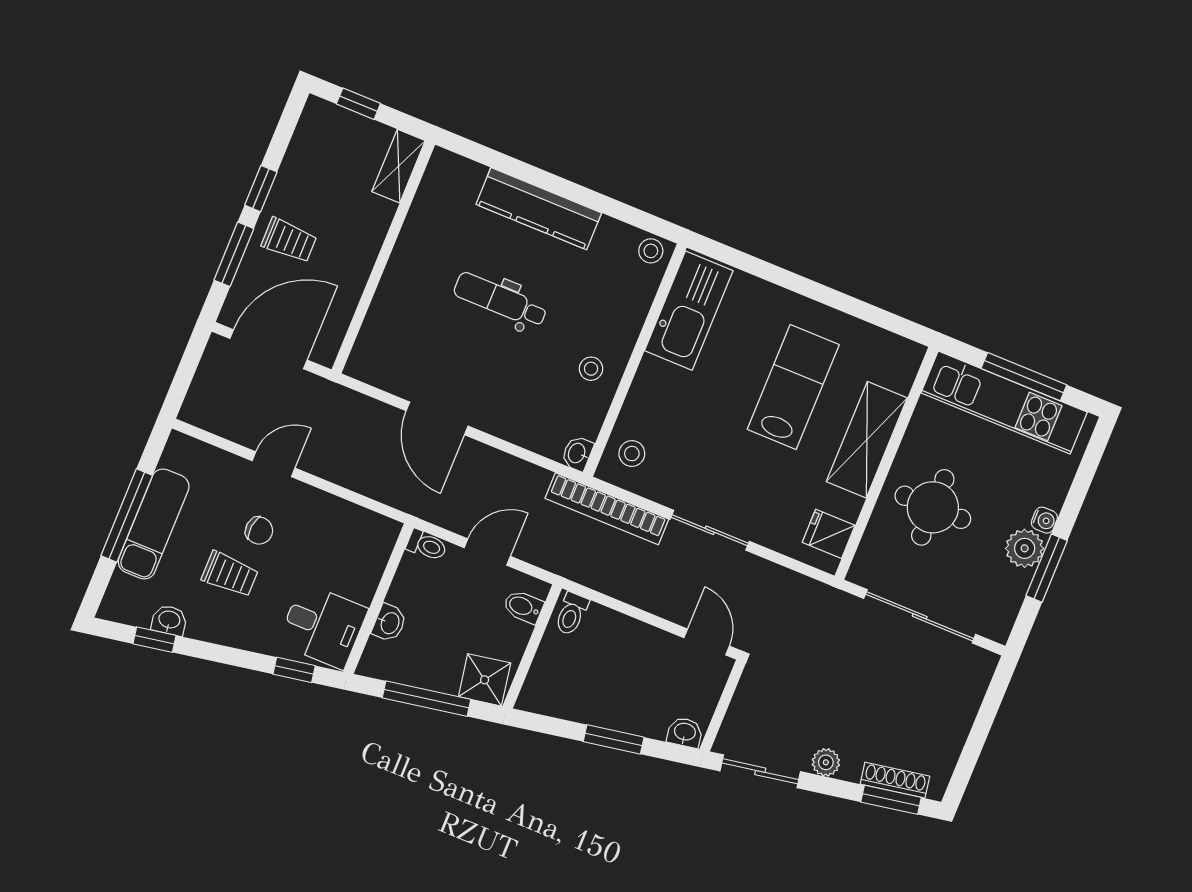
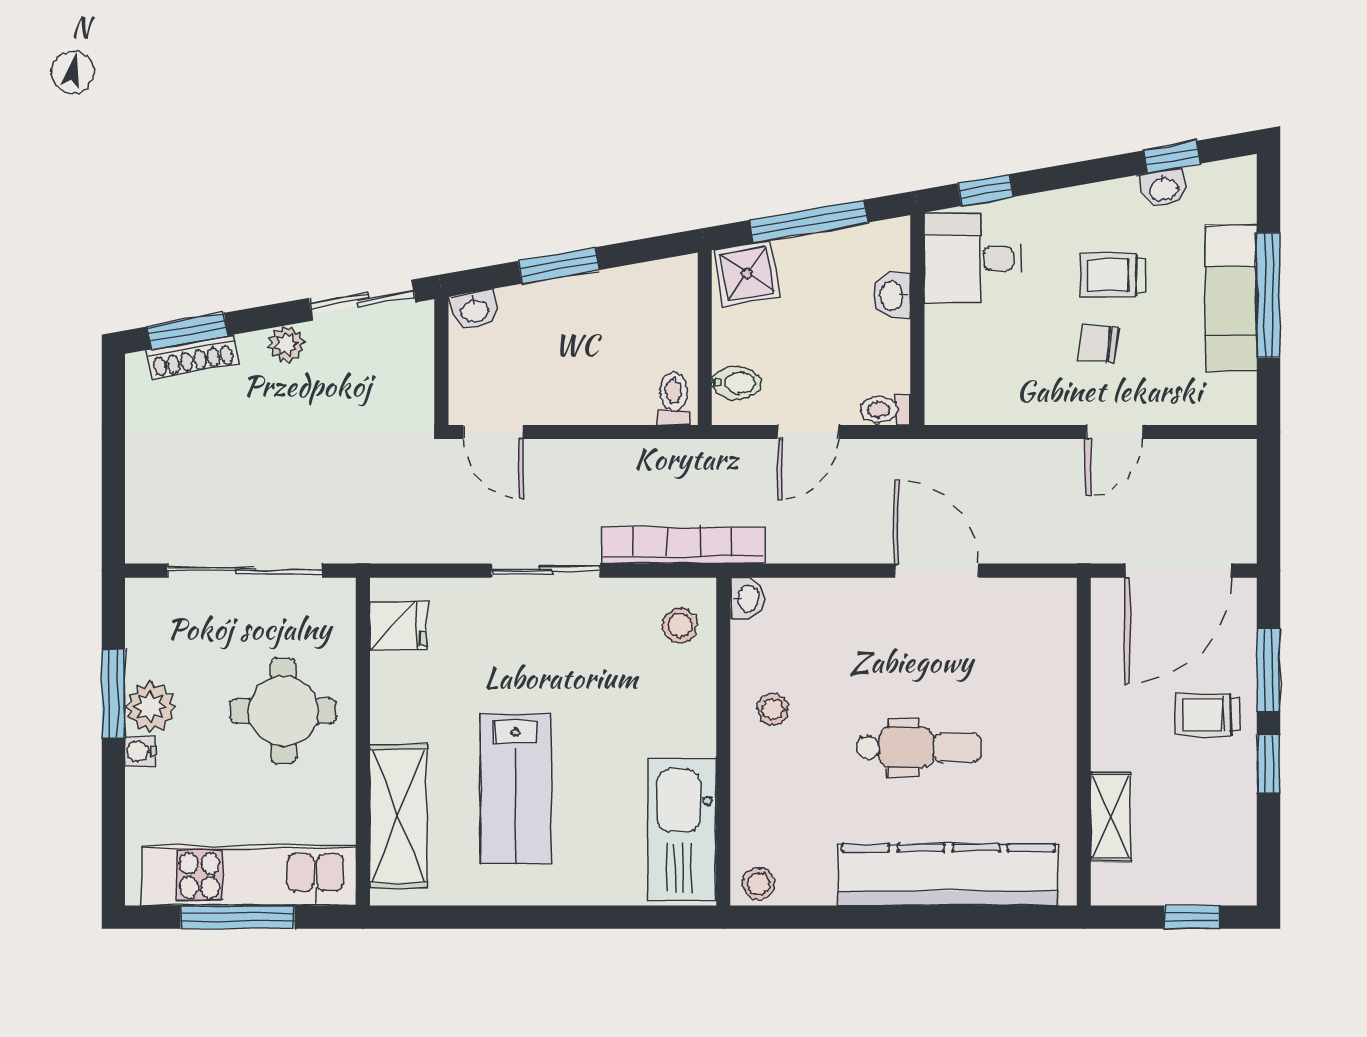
shelving: (399, 166) -> (1111, 816), moved
kitchen counter: (539, 209) -> (948, 875), width x1.39, depth x1.17
shelving: (867, 440) -> (399, 816), moved

